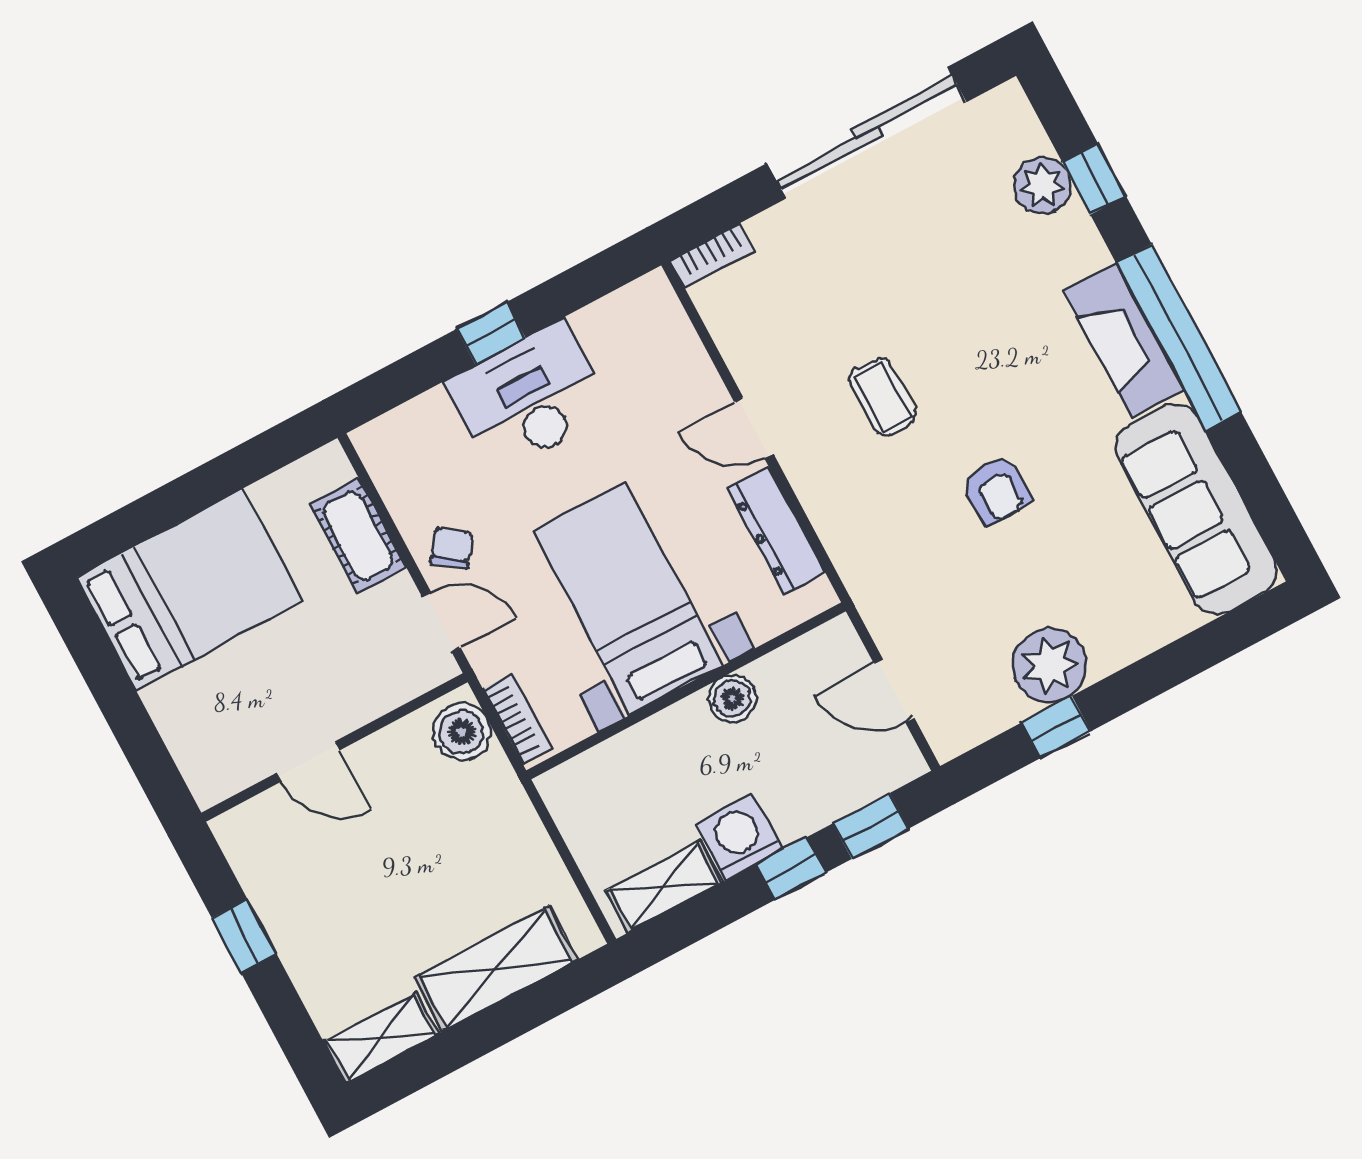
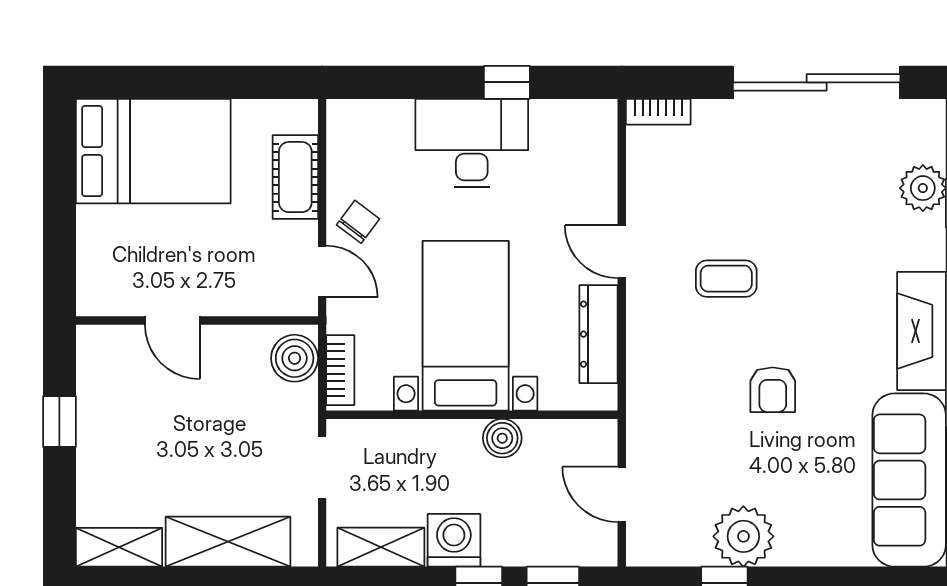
window: (491, 333) -> (507, 82), moved
coffee table: (882, 397) -> (726, 279), turned 90
doorway: (554, 834) -> (322, 467), added

